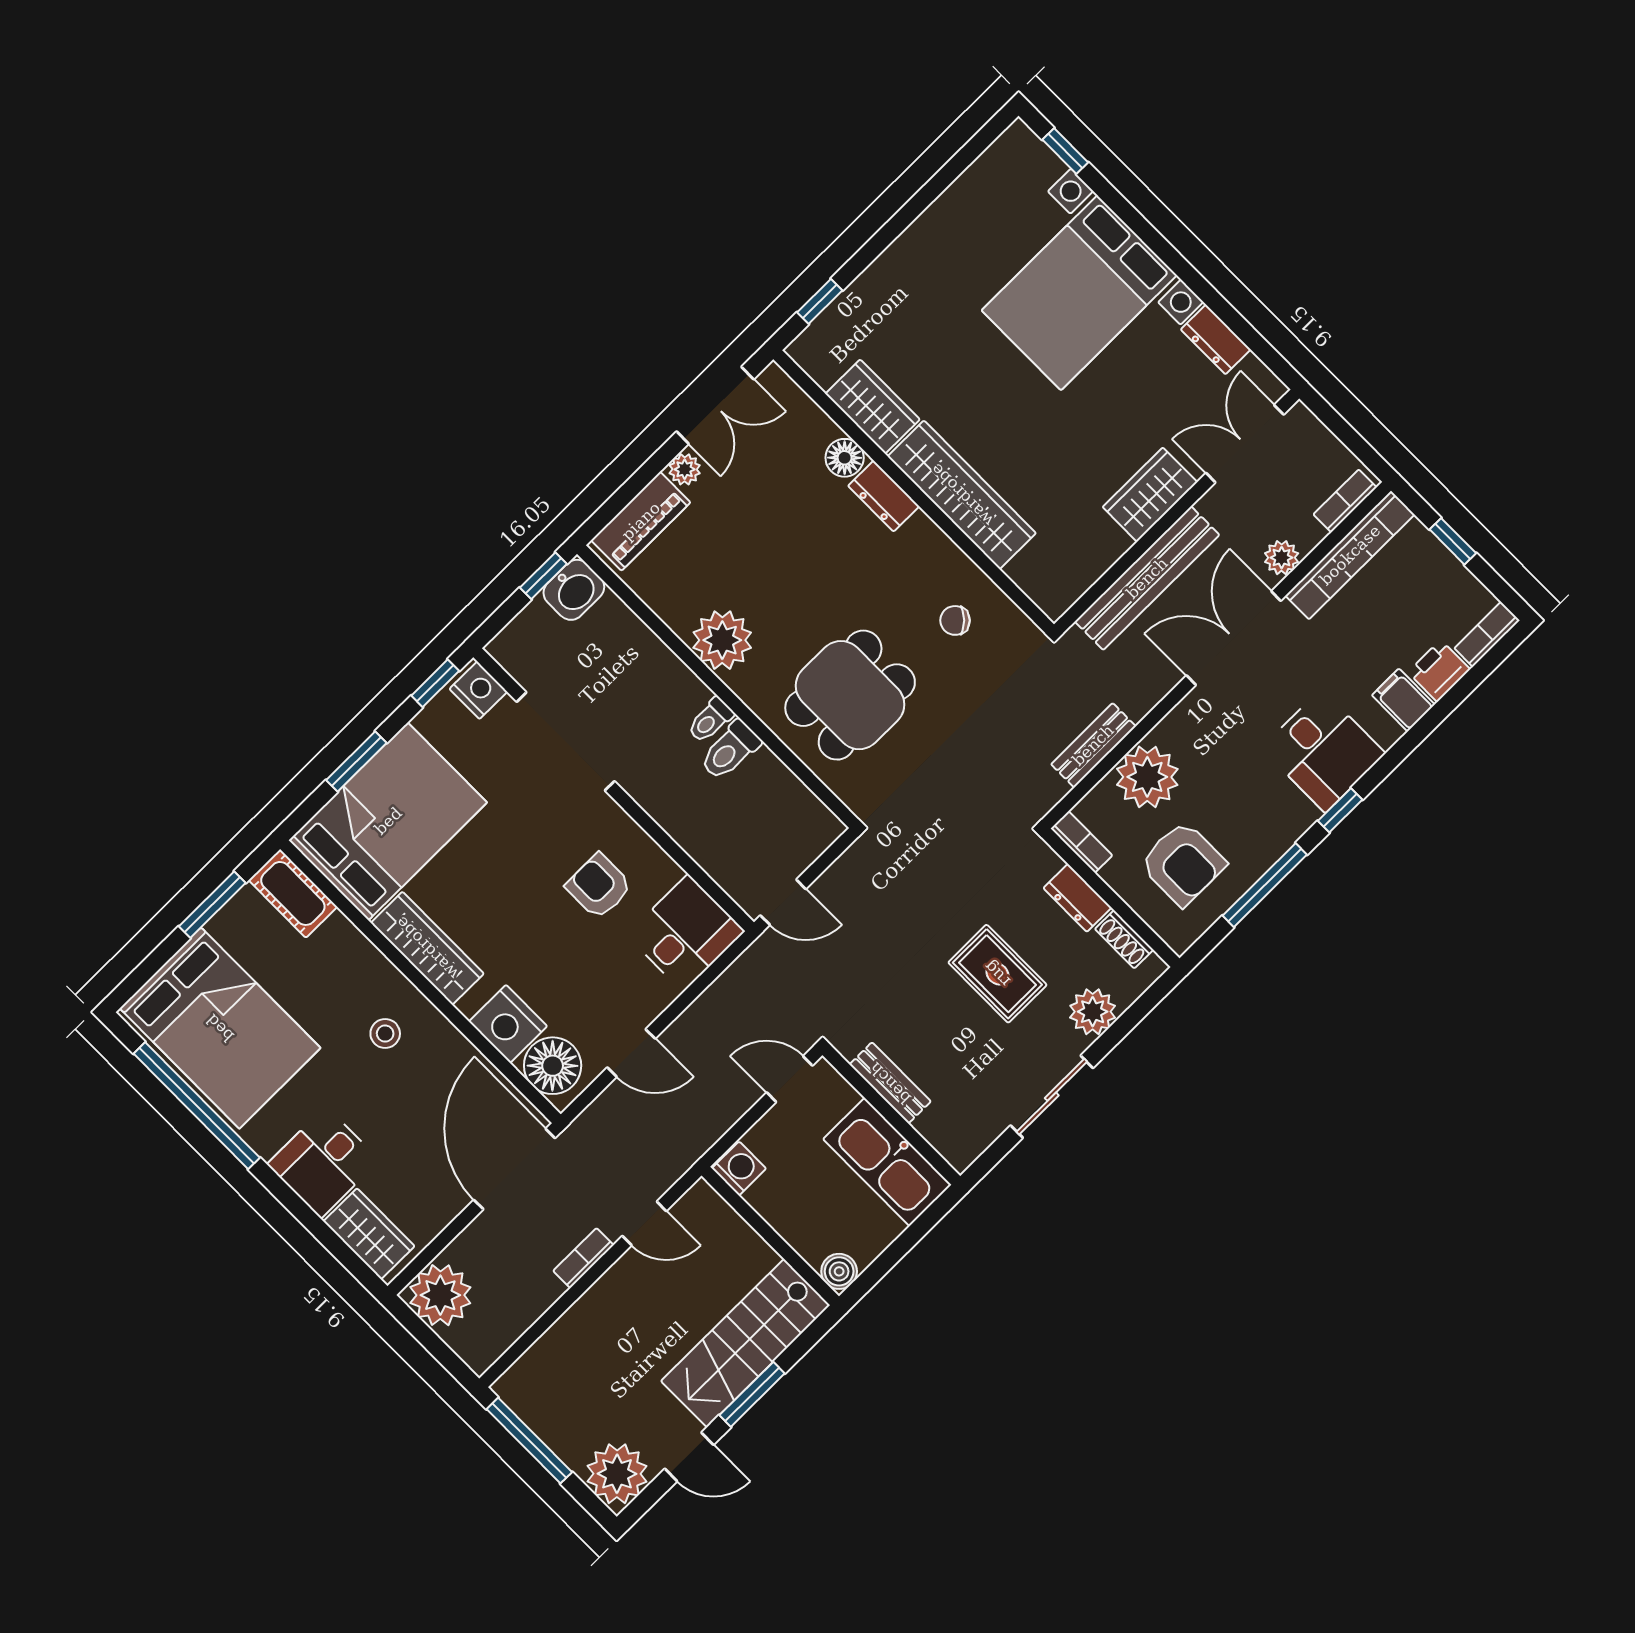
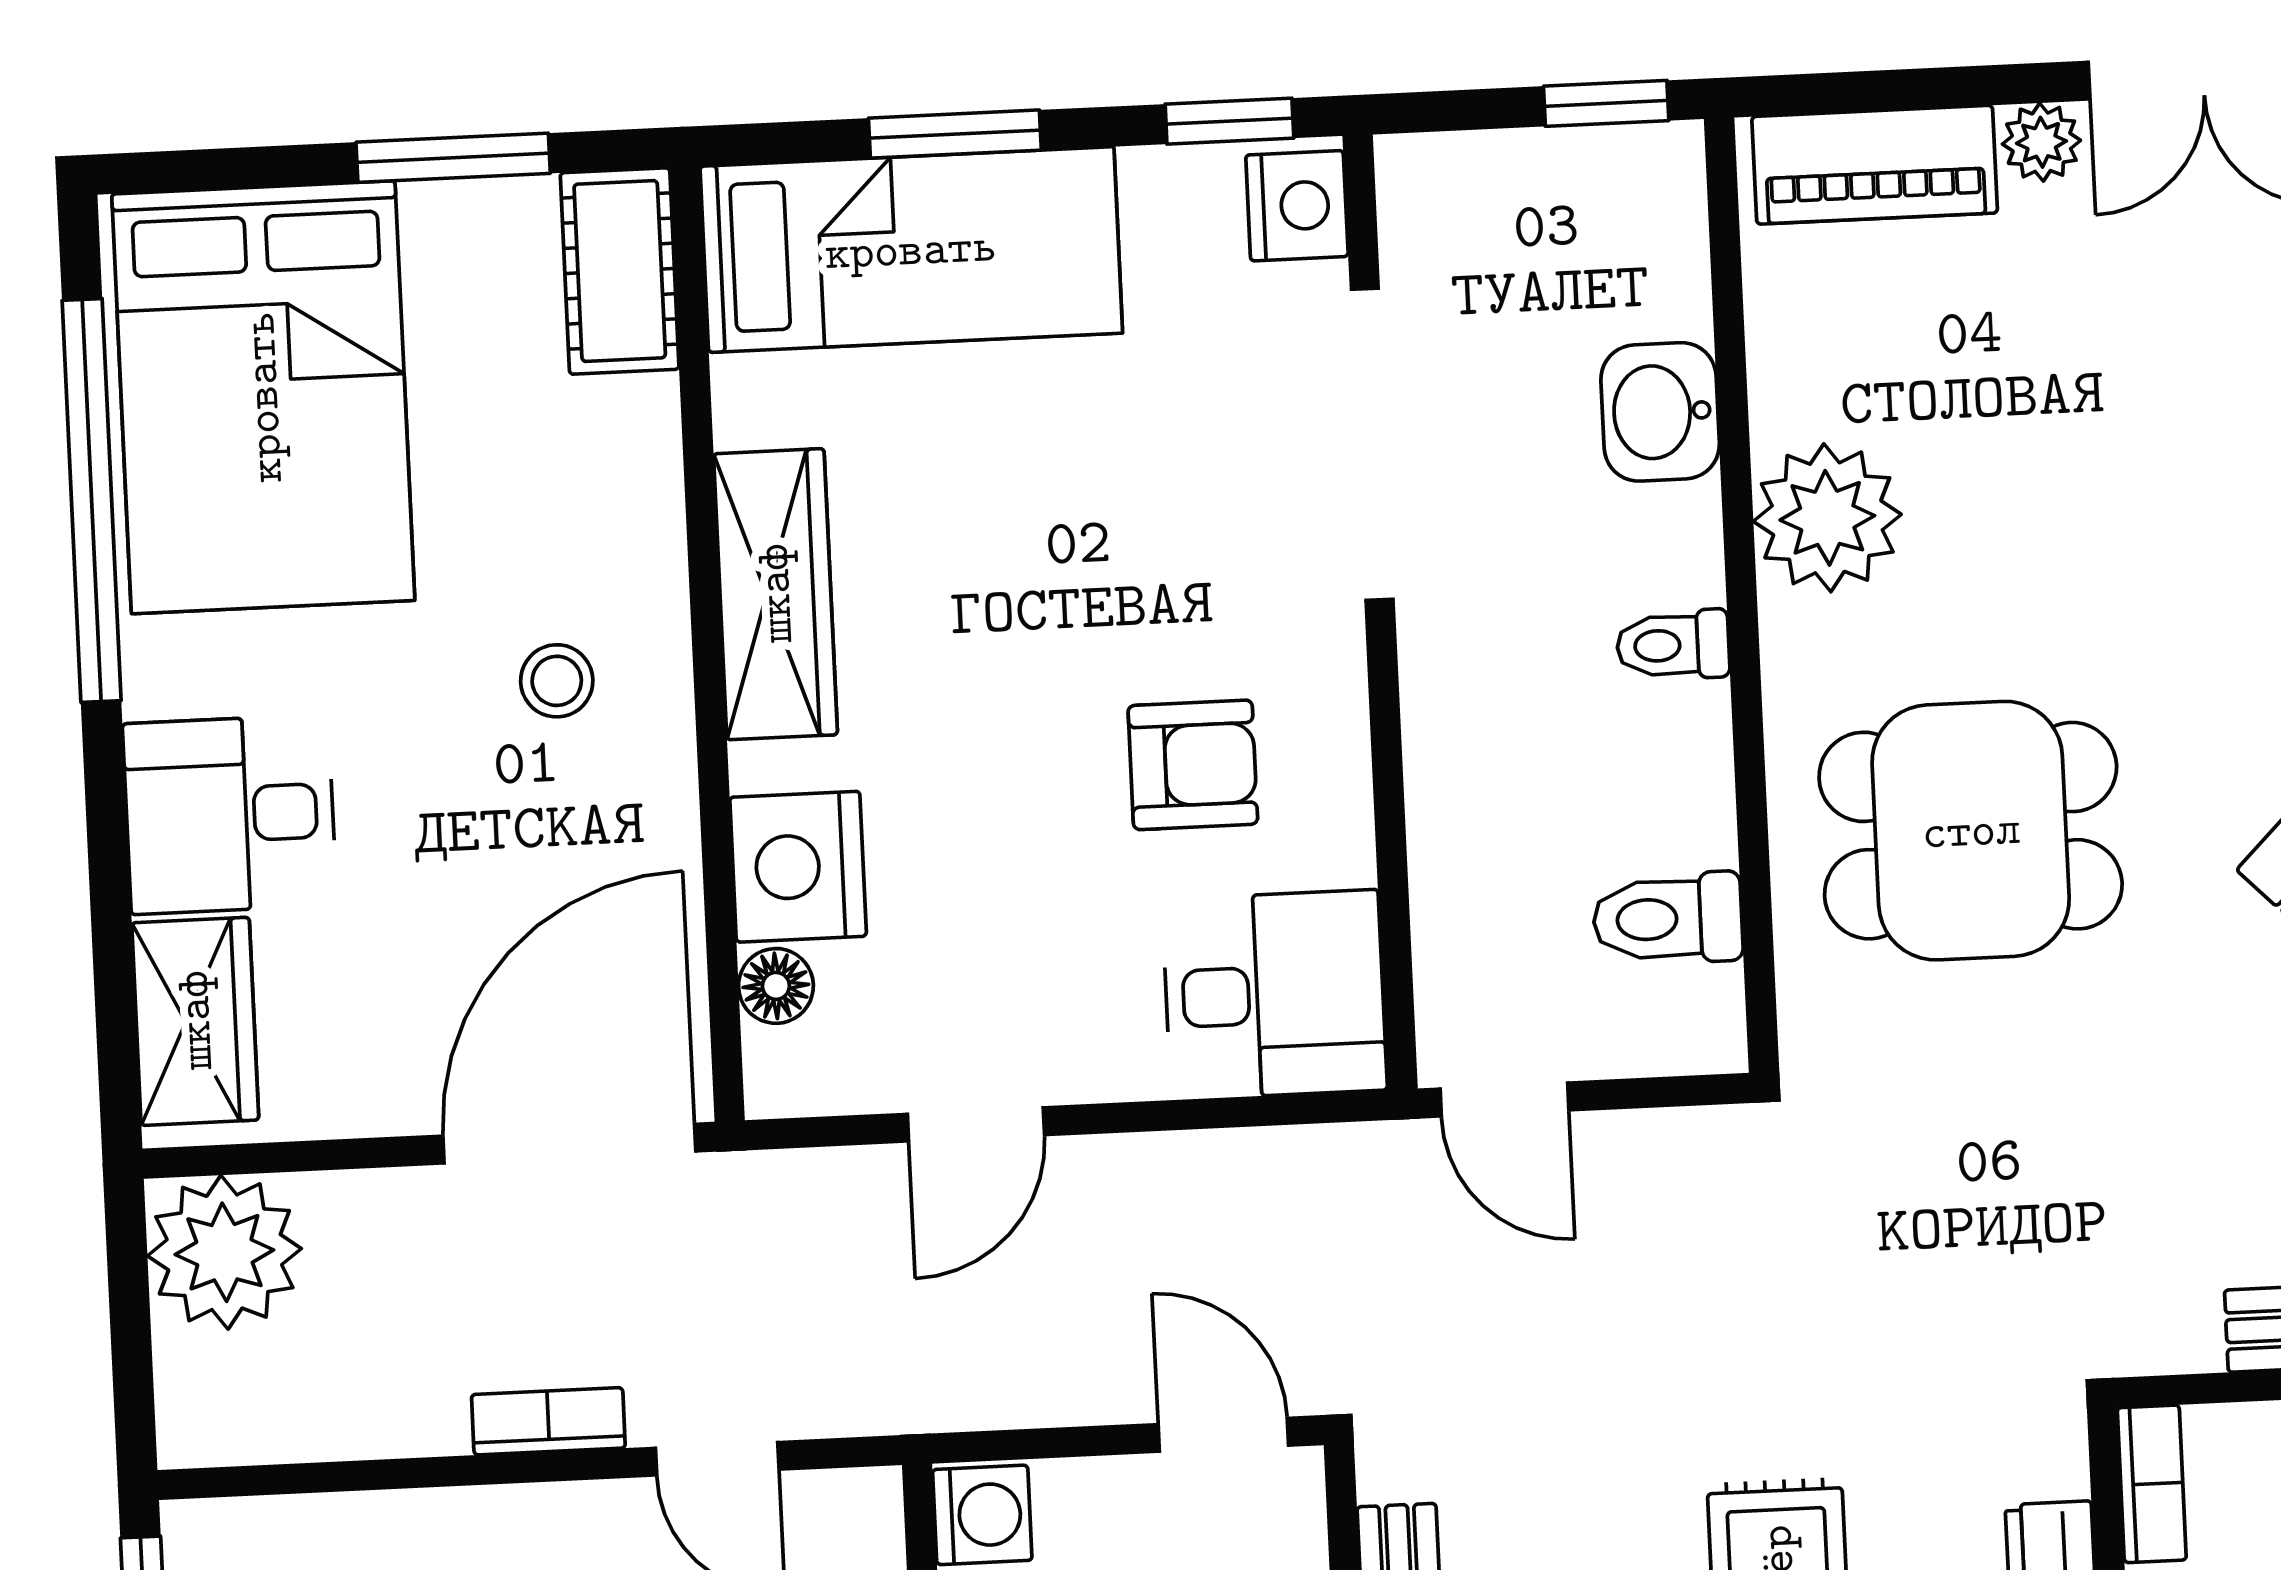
washbasin: (574, 590) -> (1660, 412), moved, turned 90
toilet: (730, 750) -> (1668, 919), moved
bed: (388, 821) -> (911, 250), width x0.67
armchair: (599, 886) -> (1193, 765), turned 90
door: (631, 1053) -> (976, 1124), hinge flipped
floor lamp: (553, 1066) -> (776, 986), width x0.53, depth x0.53

